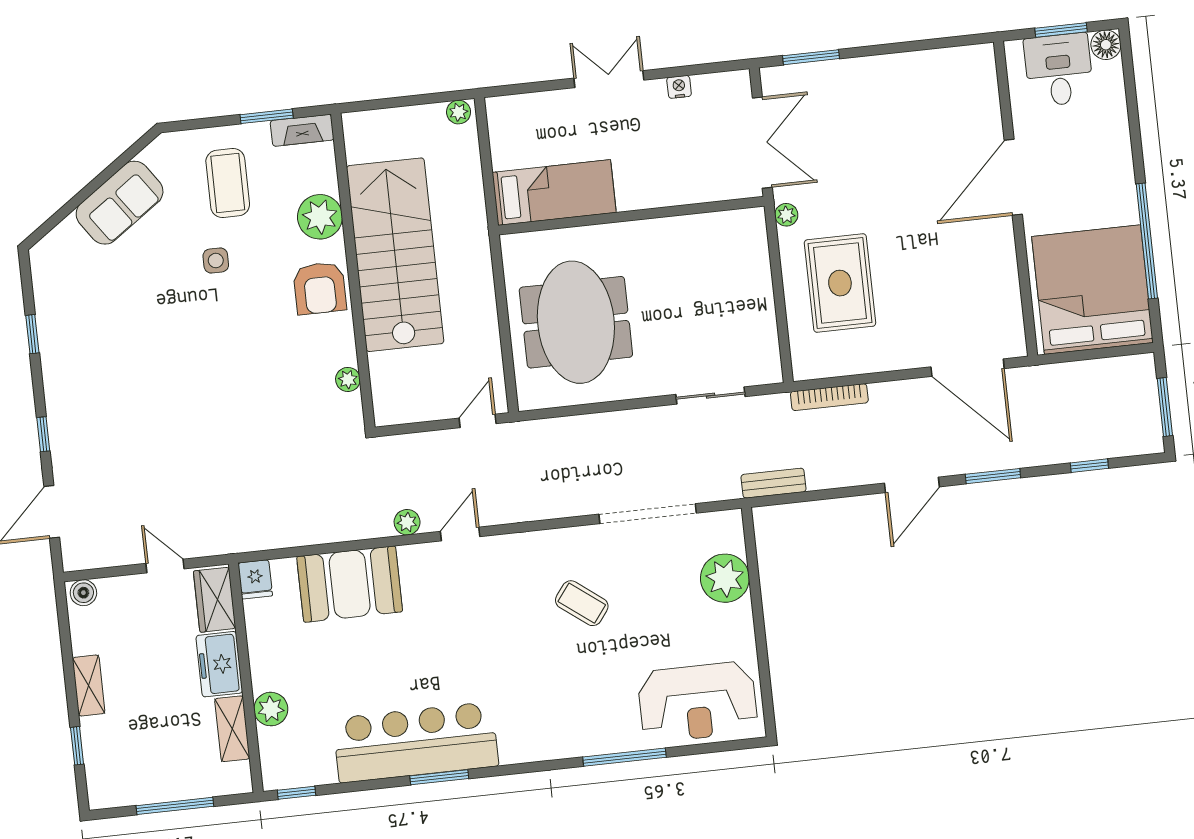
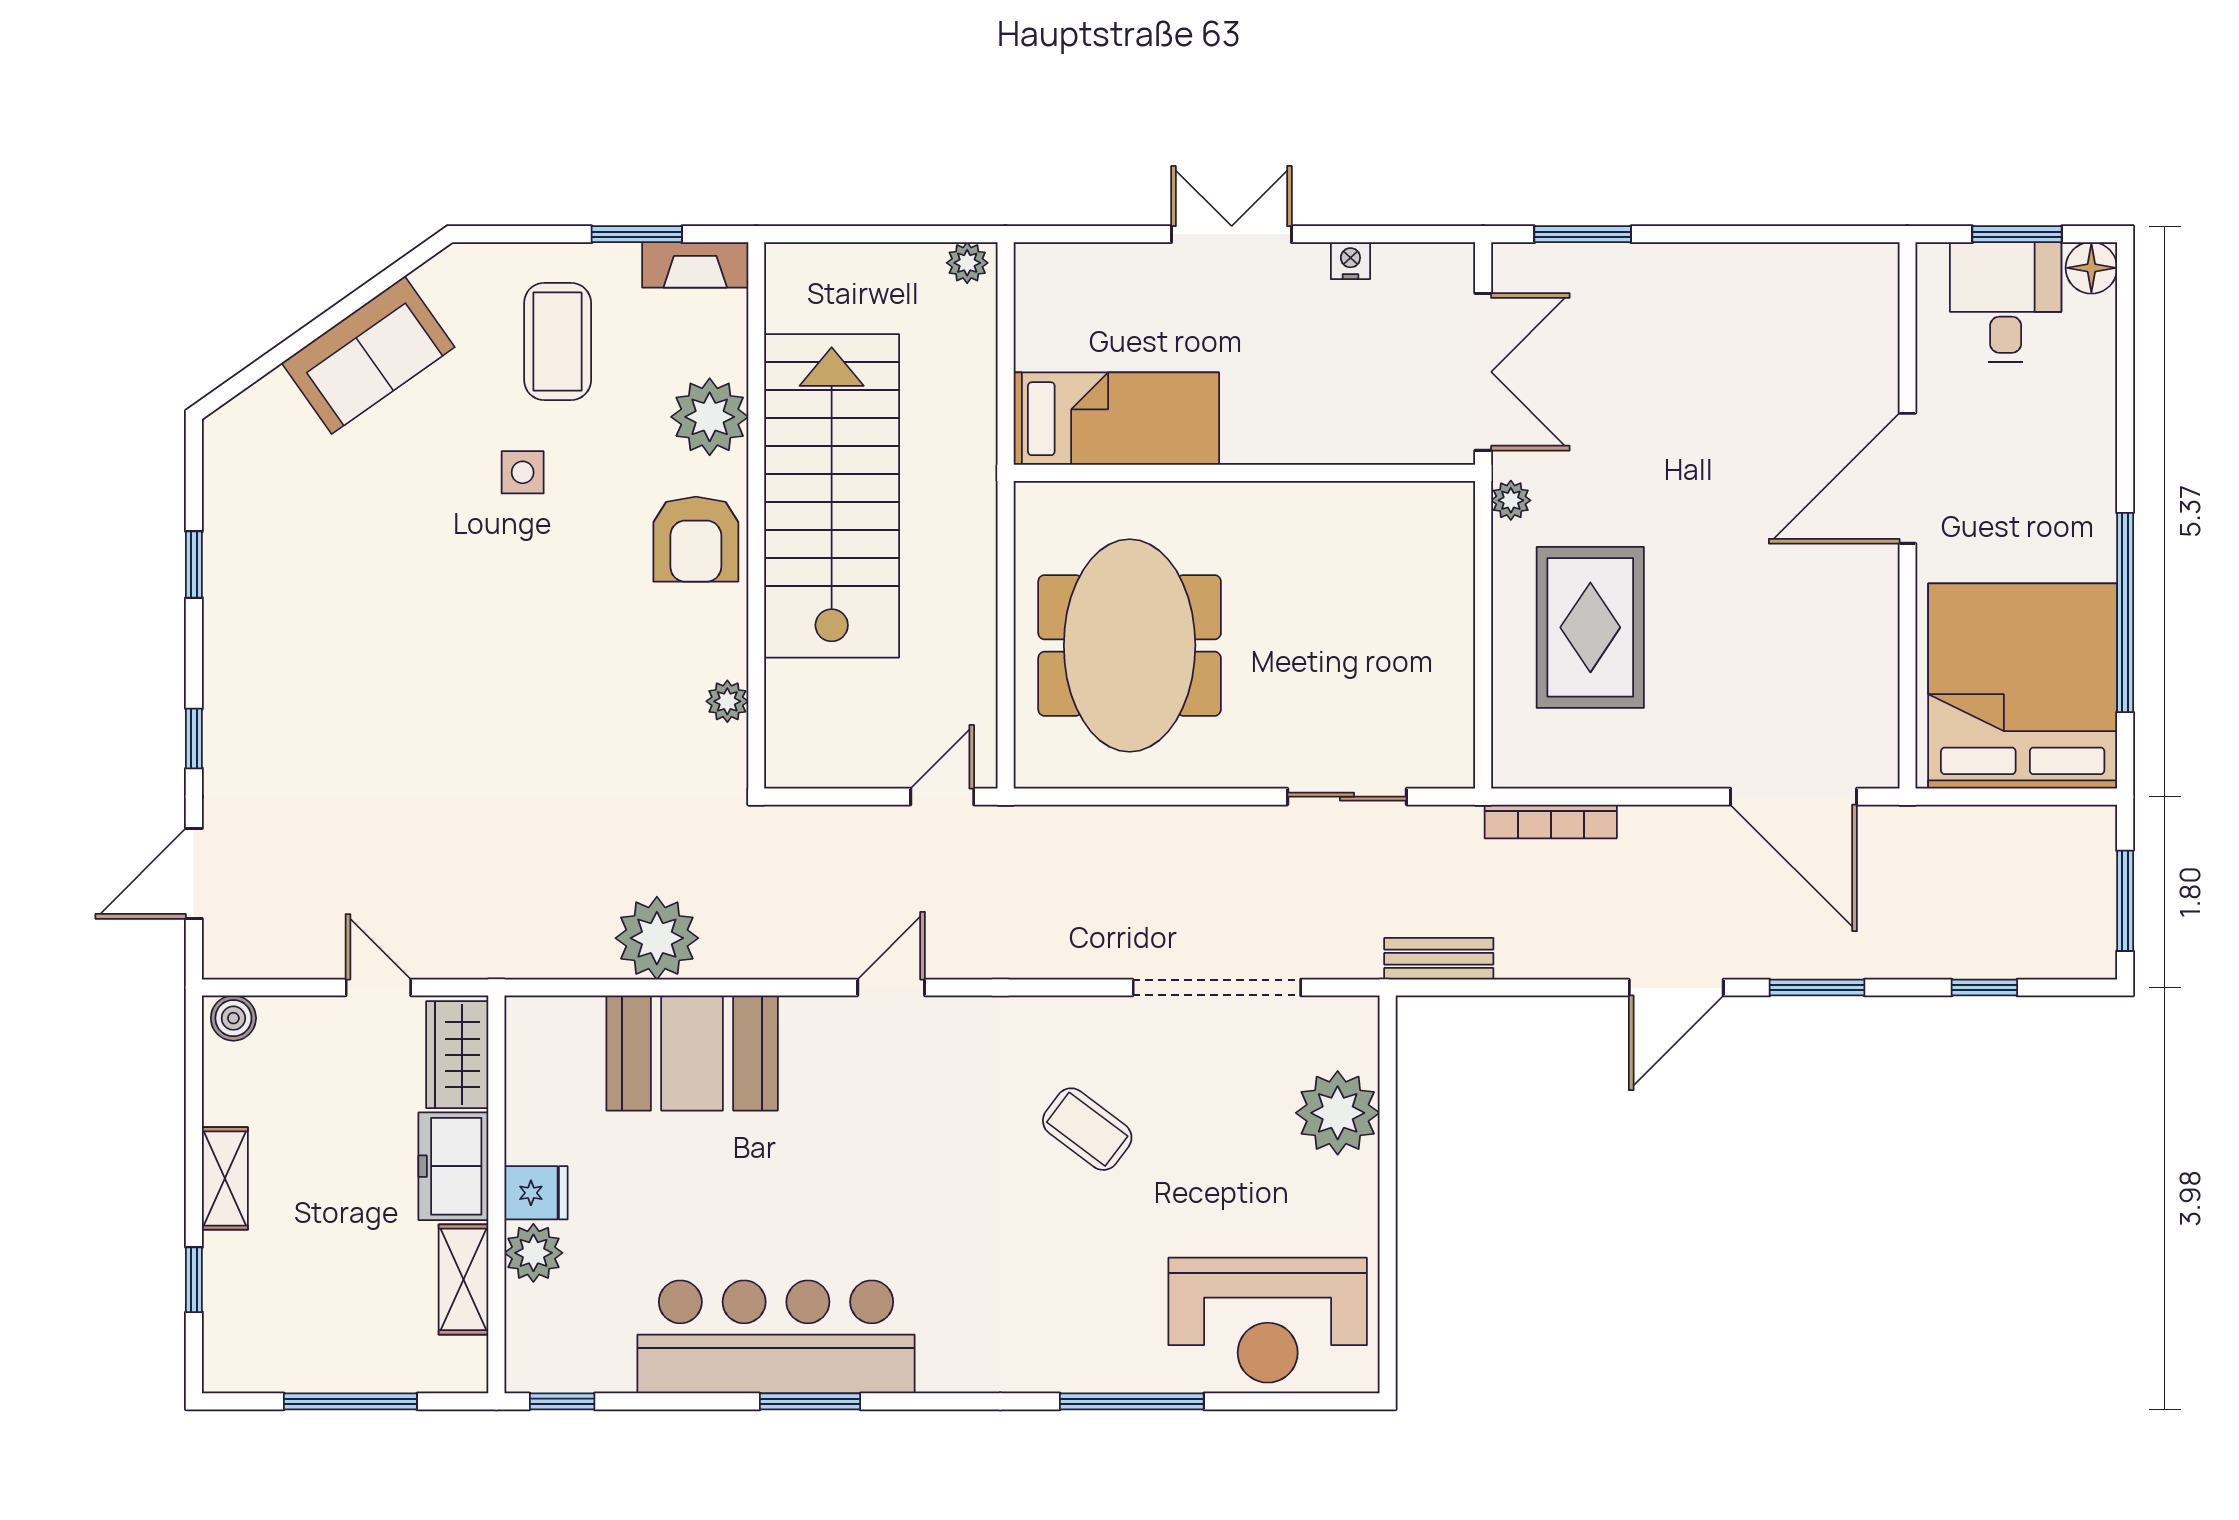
plant: (407, 522) -> (657, 938), moved, width x1.87, depth x1.87
fridge: (255, 579) -> (536, 1193), moved, turned -90

